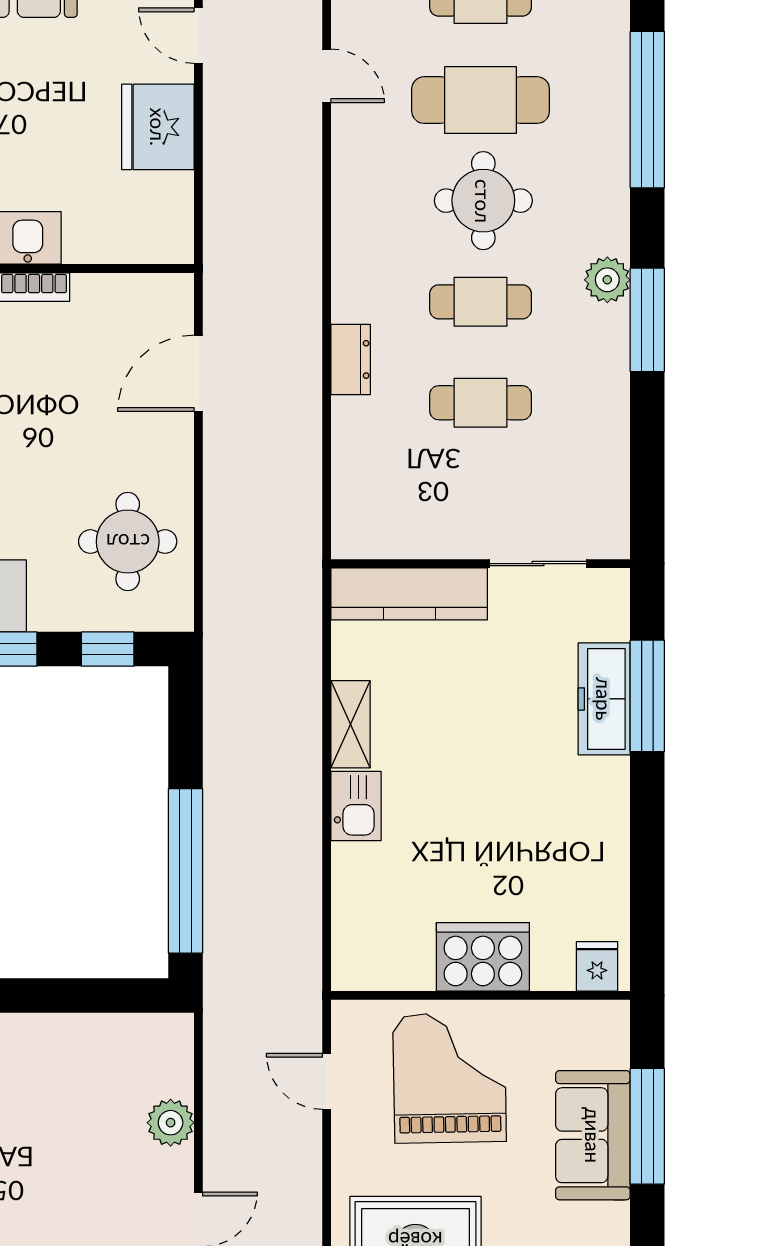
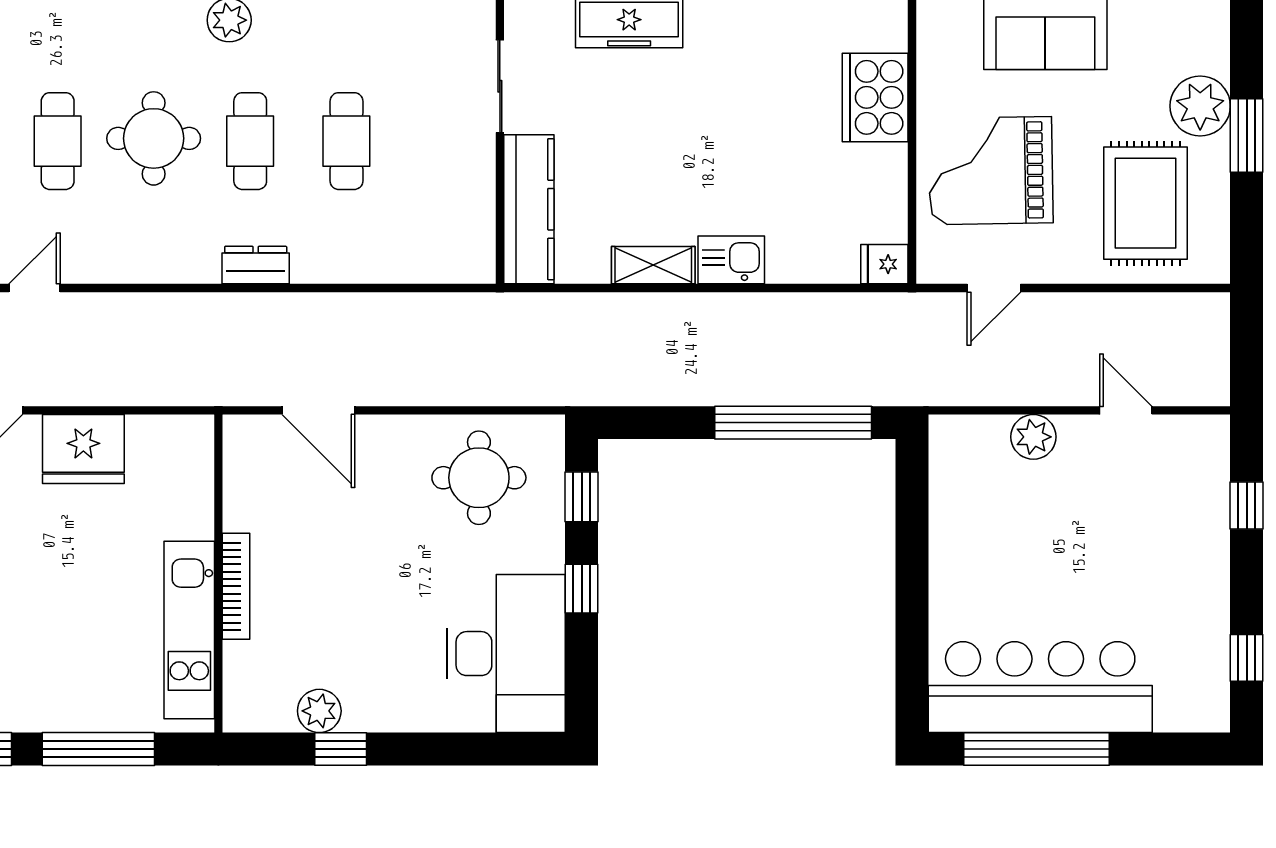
cafe table: (481, 100) -> (58, 141), width x0.73, depth x0.74
dresser: (351, 359) -> (256, 265), moved
cooker: (483, 957) -> (875, 97), moved
fridge: (597, 966) -> (884, 264), moved

